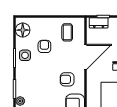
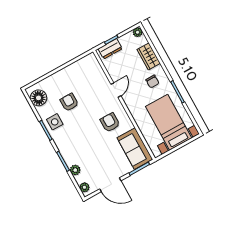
coffee table: (67, 32) -> (84, 76), removed
door: (85, 57) -> (116, 90), width x0.53
armchair: (67, 79) -> (110, 122), turned 90

